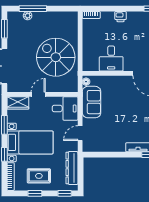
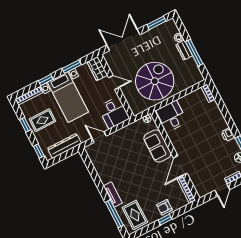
window: (33, 9) -> (194, 53), moved
dresser: (42, 17) -> (184, 50), added
printer: (121, 17) -> (228, 135), moved
desk: (111, 59) -> (172, 116), moved, turned 90
sofa: (91, 102) -> (157, 146), moved, turned 90
rug: (39, 176) -> (42, 120), turned 90

